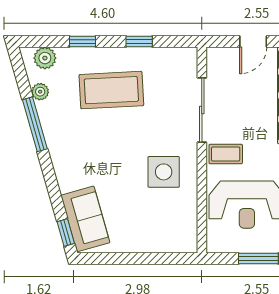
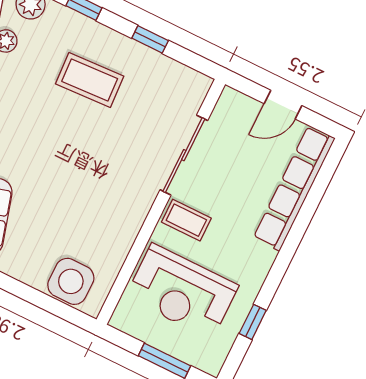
coffee table: (111, 90) -> (90, 80), width x0.73, depth x0.76
side table: (164, 172) -> (71, 281), moved

